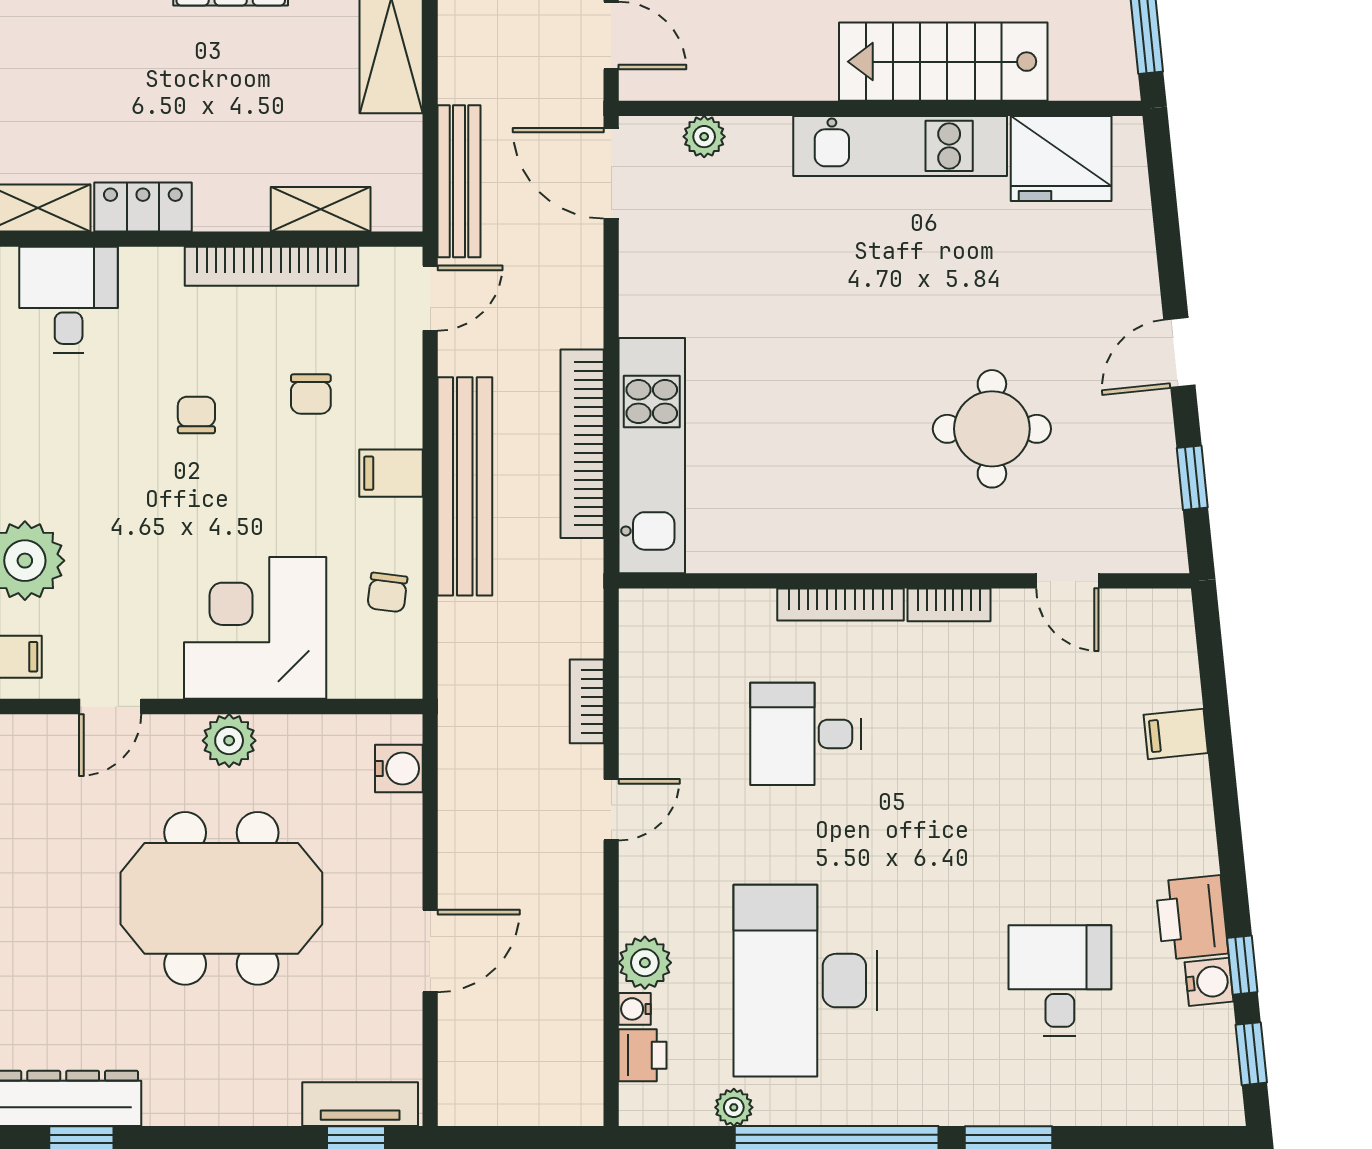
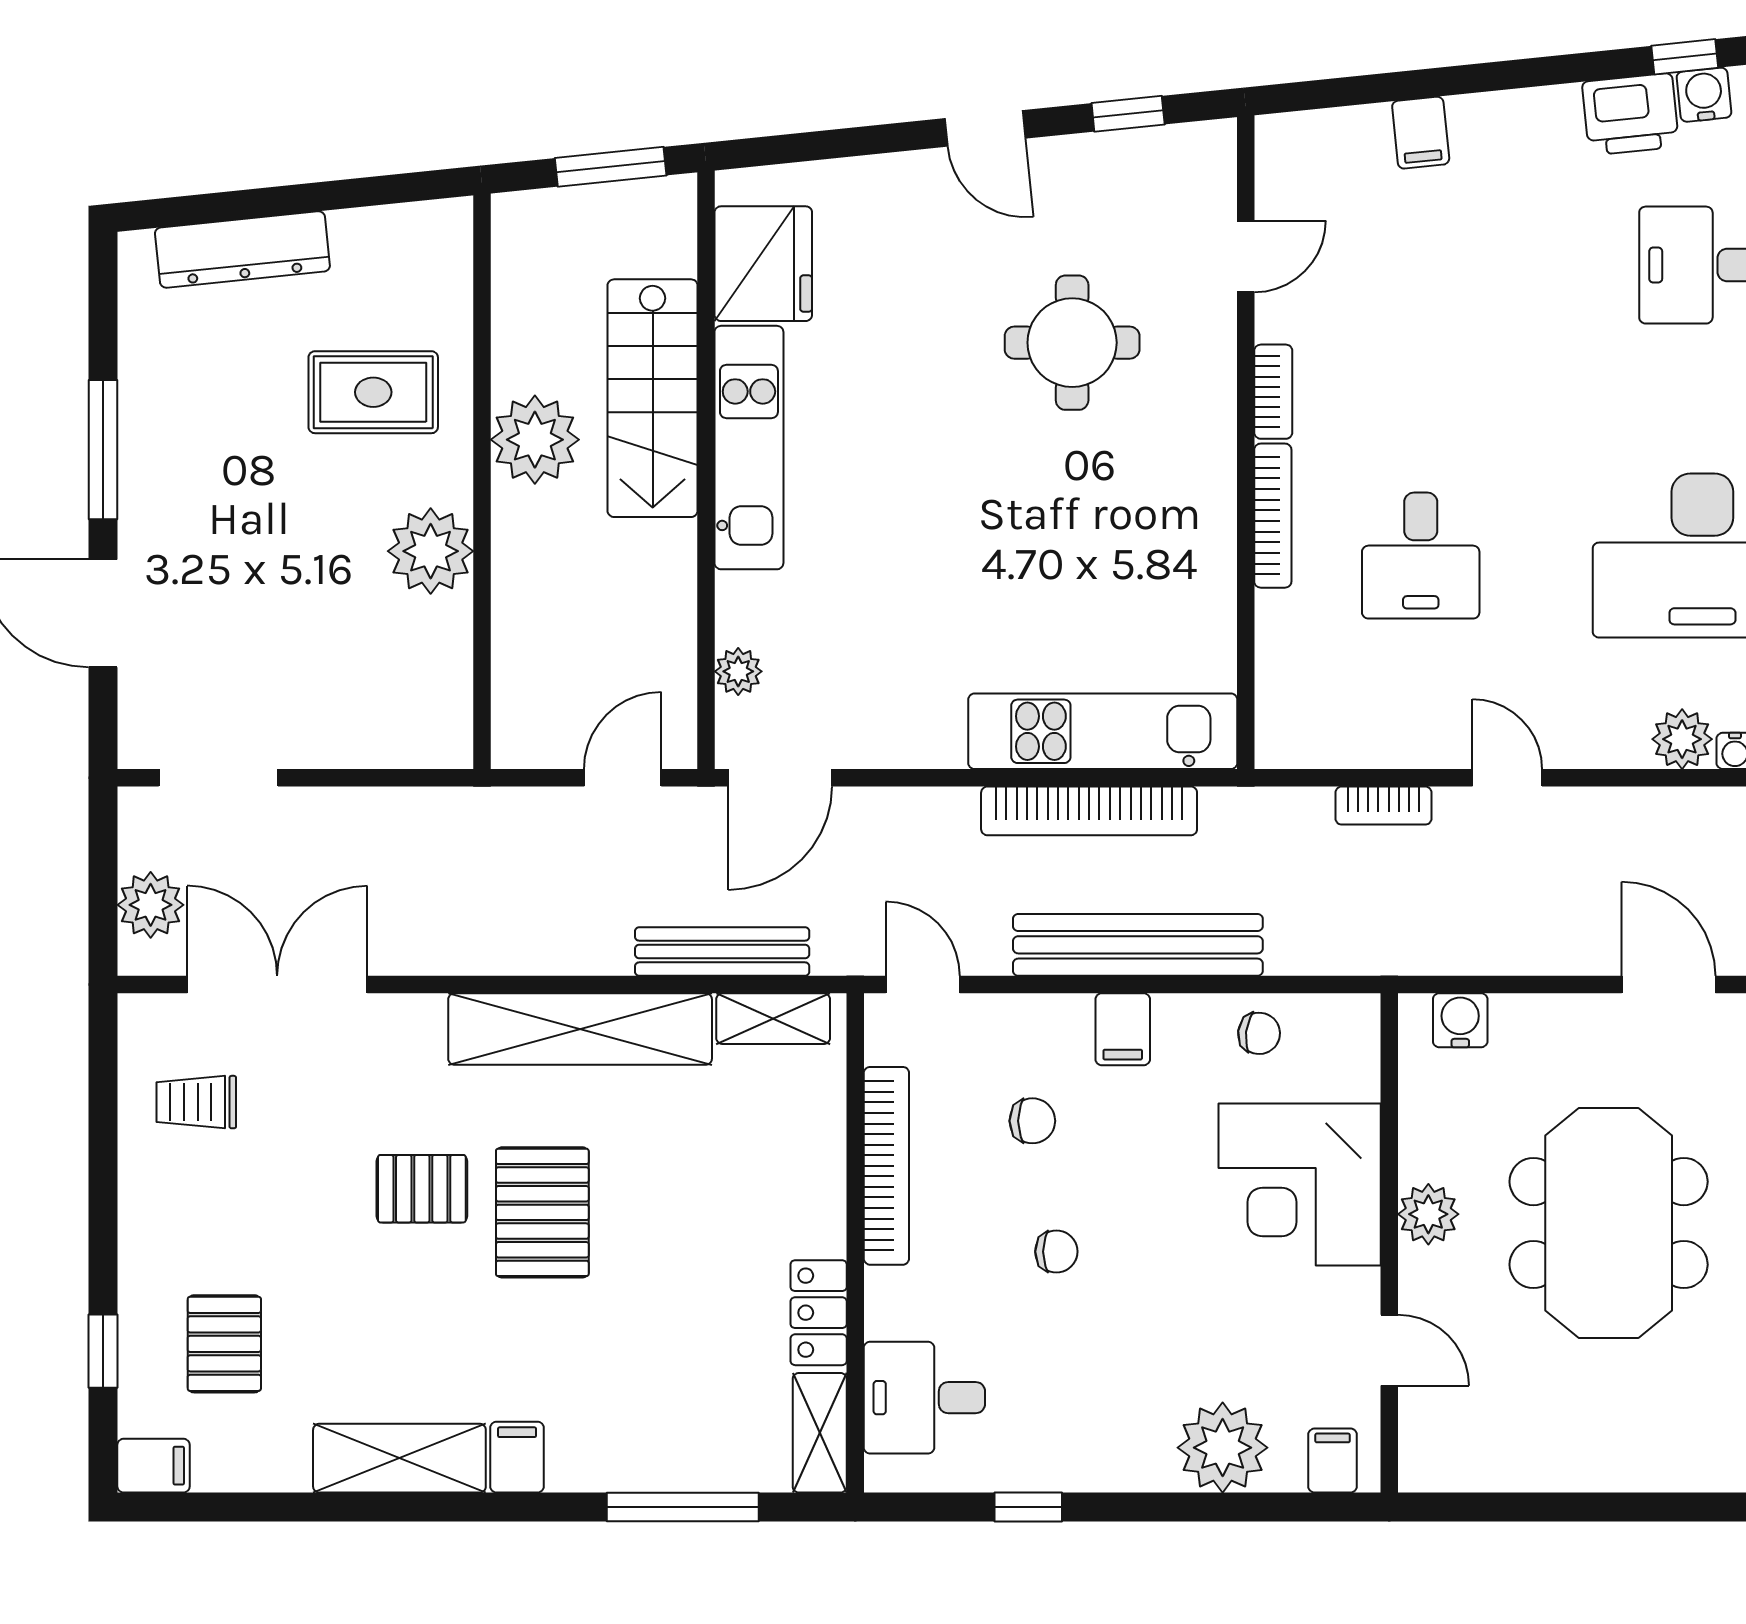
bench: (459, 181) -> (722, 952), moved
shelving: (321, 209) -> (773, 1019), moved, turned 90
chair: (196, 415) -> (1056, 1252), turned 180

